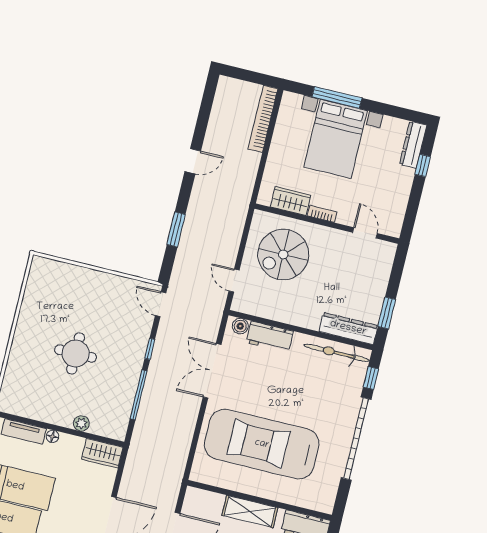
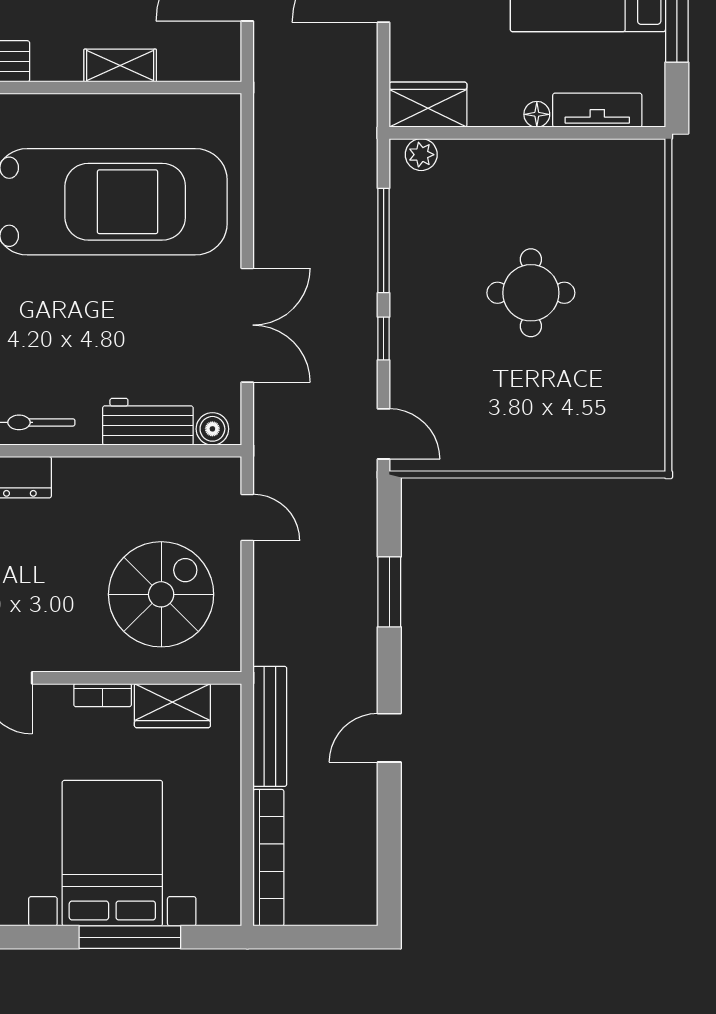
bench: (247, 180) -> (270, 726), added
plant: (81, 423) -> (421, 155), moved
shelving: (250, 511) -> (120, 65), width x0.67, depth x0.75

